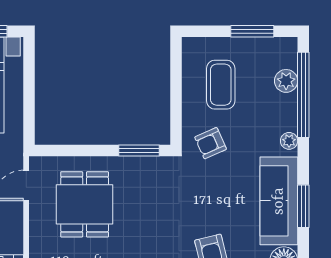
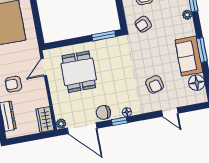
sofa: (279, 201) -> (189, 56), width x0.73

